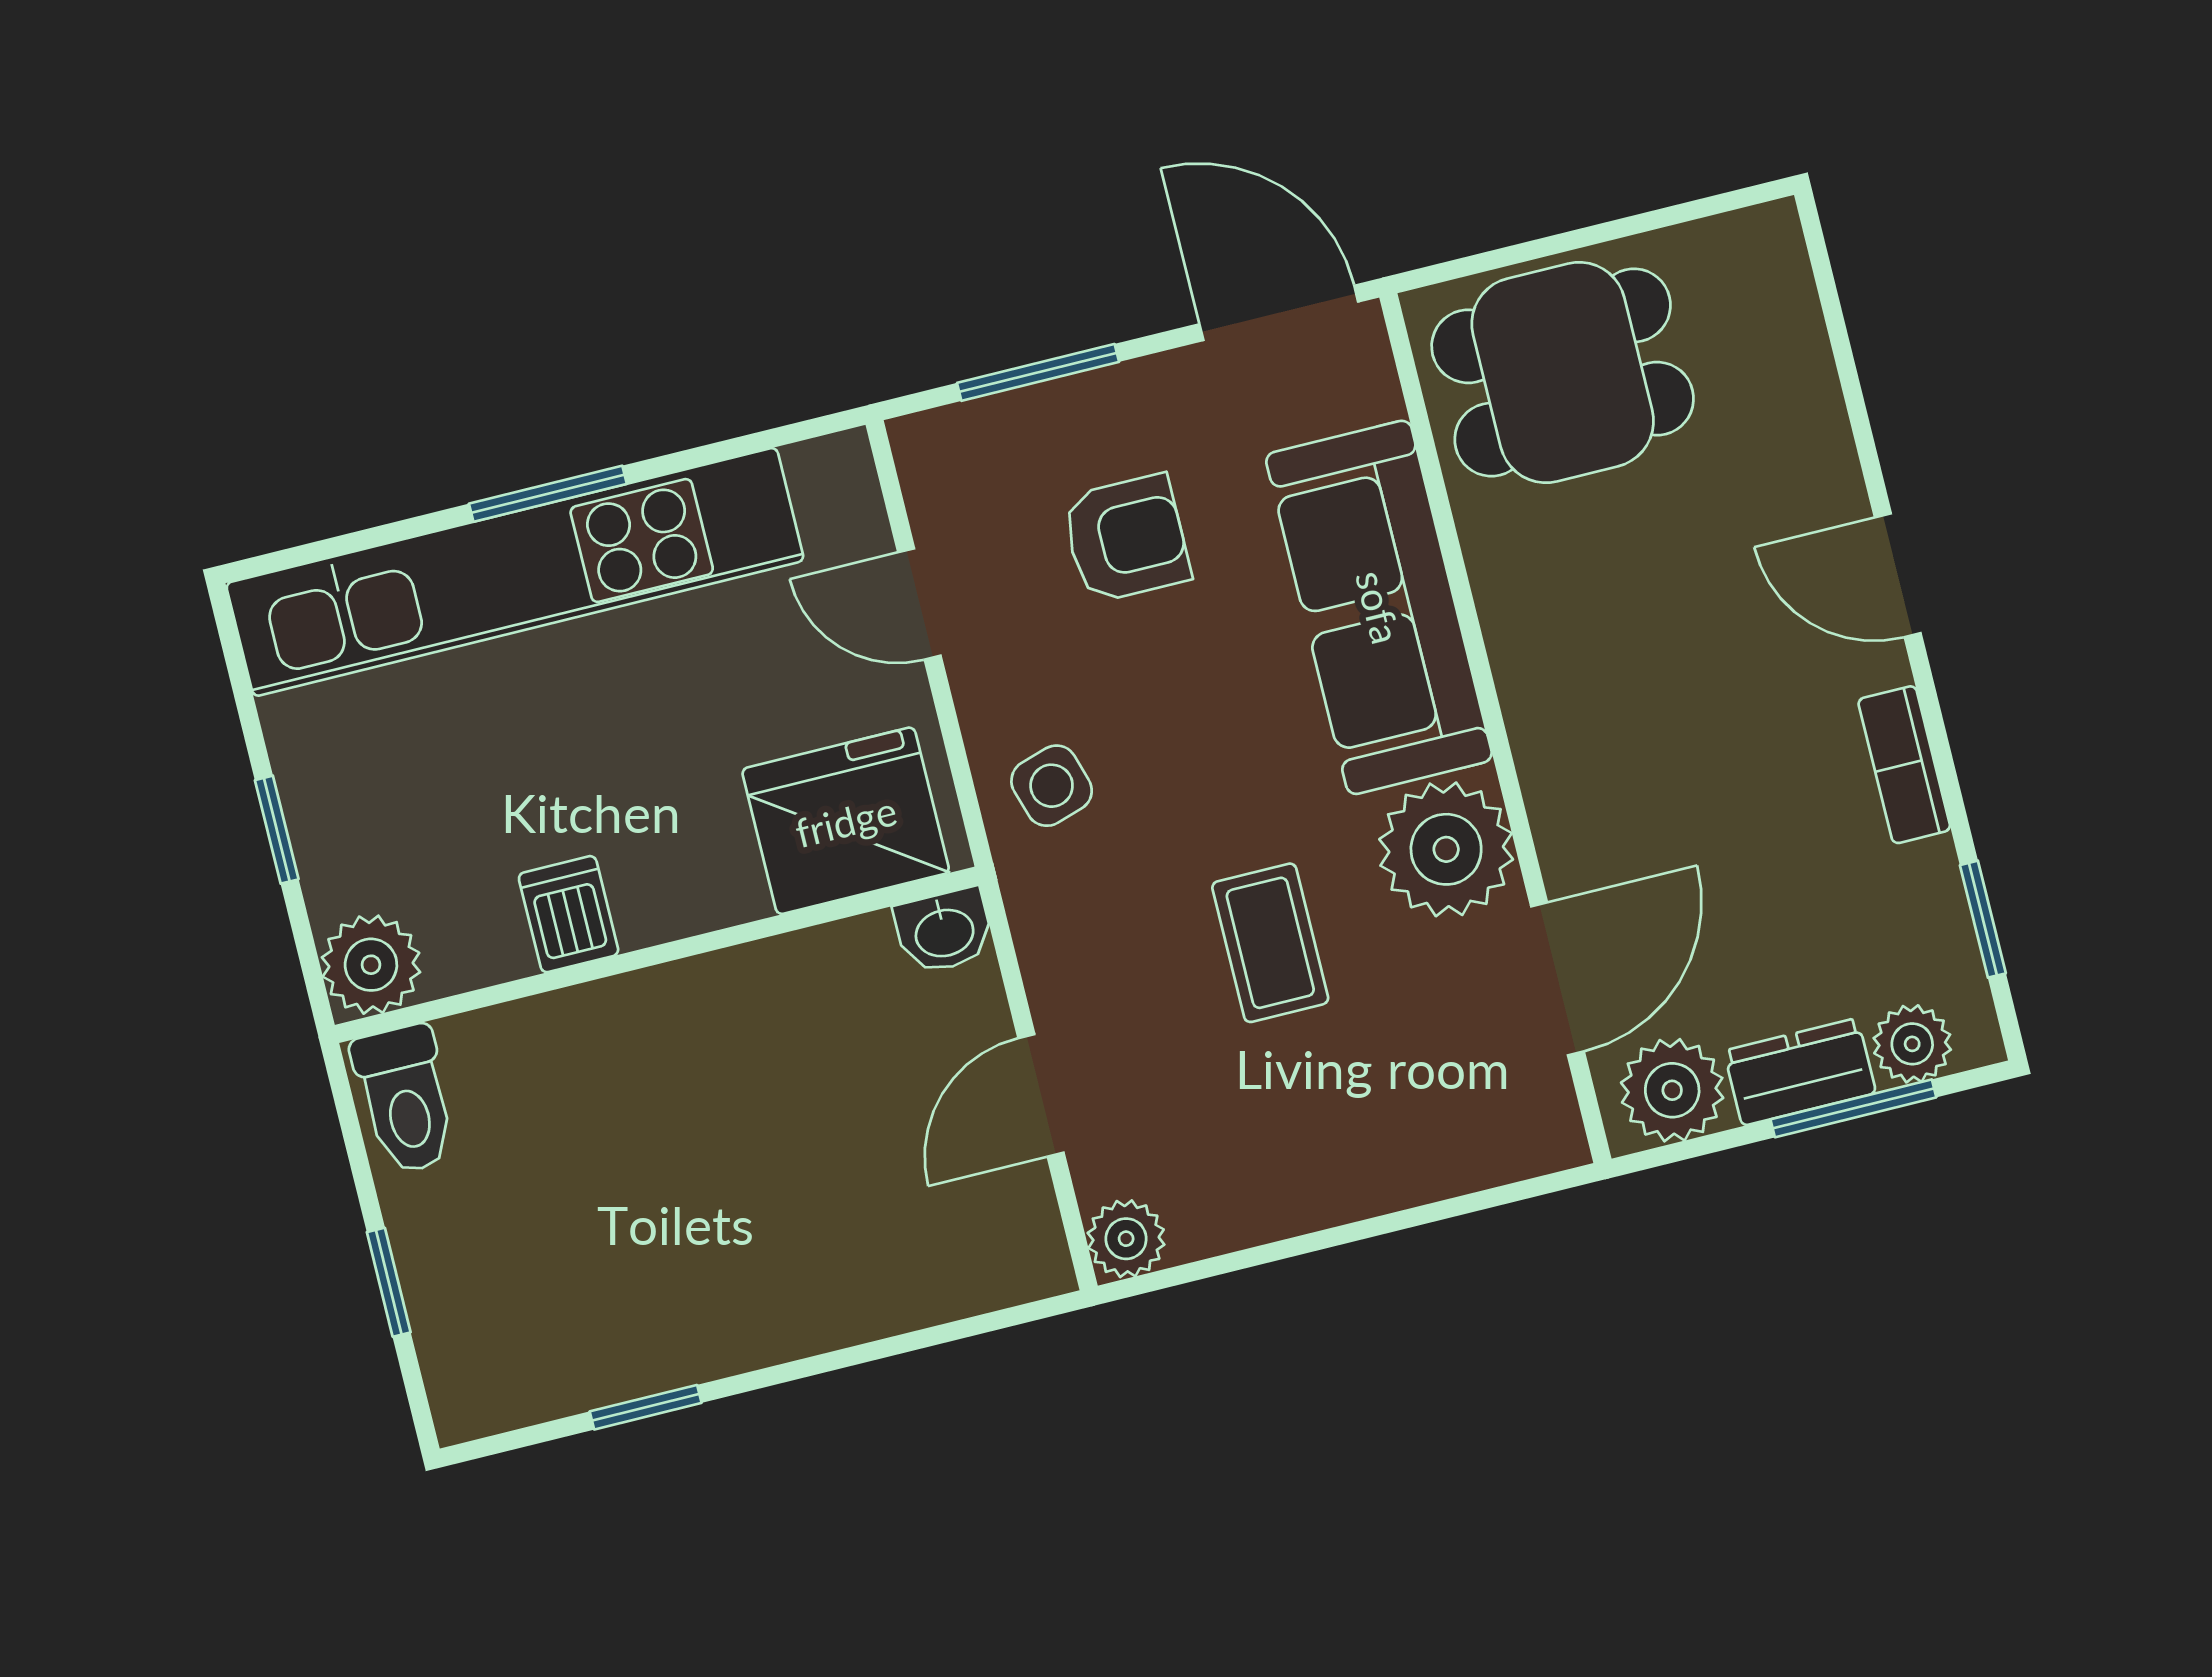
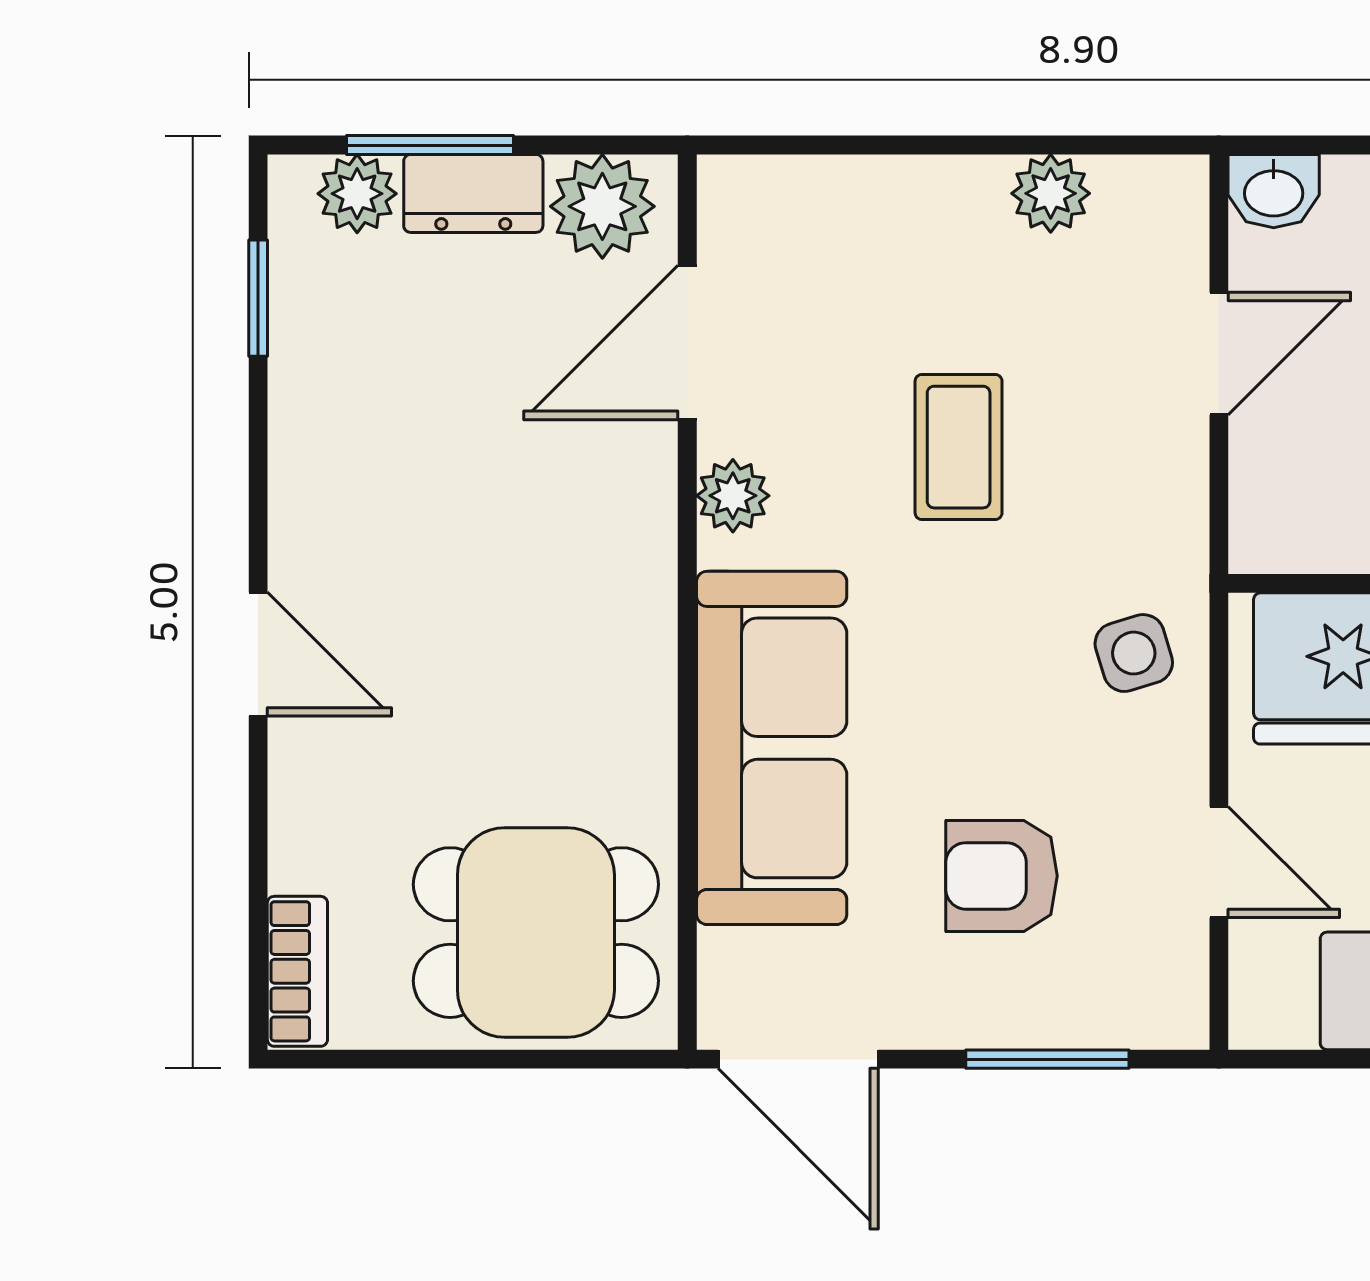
bookcase: (1904, 765) -> (297, 971), moved
plant: (1446, 849) -> (733, 496), width x0.53, depth x0.53
washbasin: (944, 931) -> (1274, 191), moved, turned 180
plant: (1126, 1239) -> (1051, 193), moved

